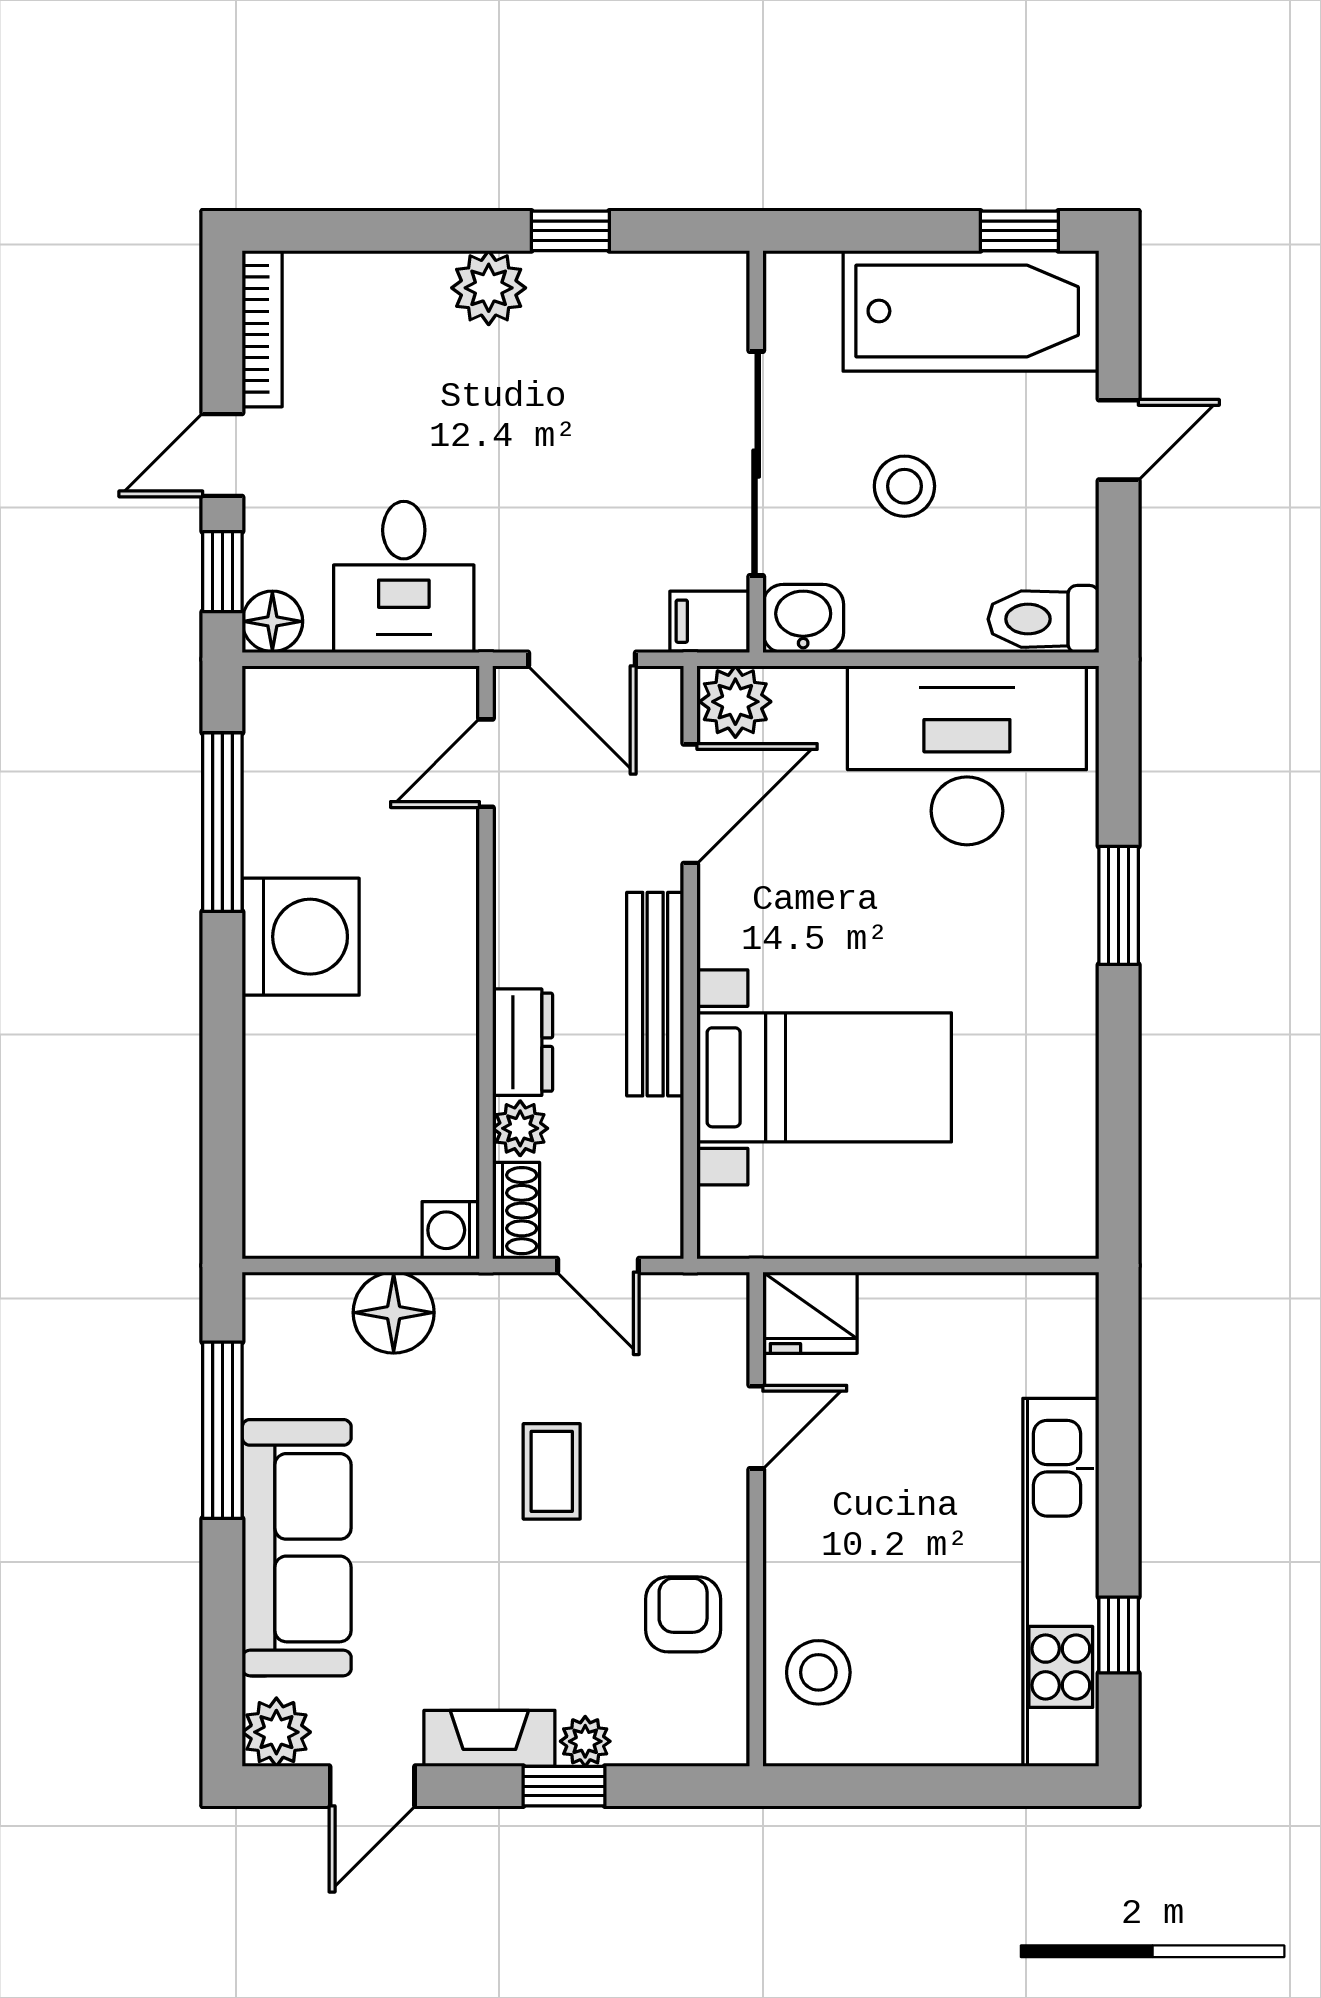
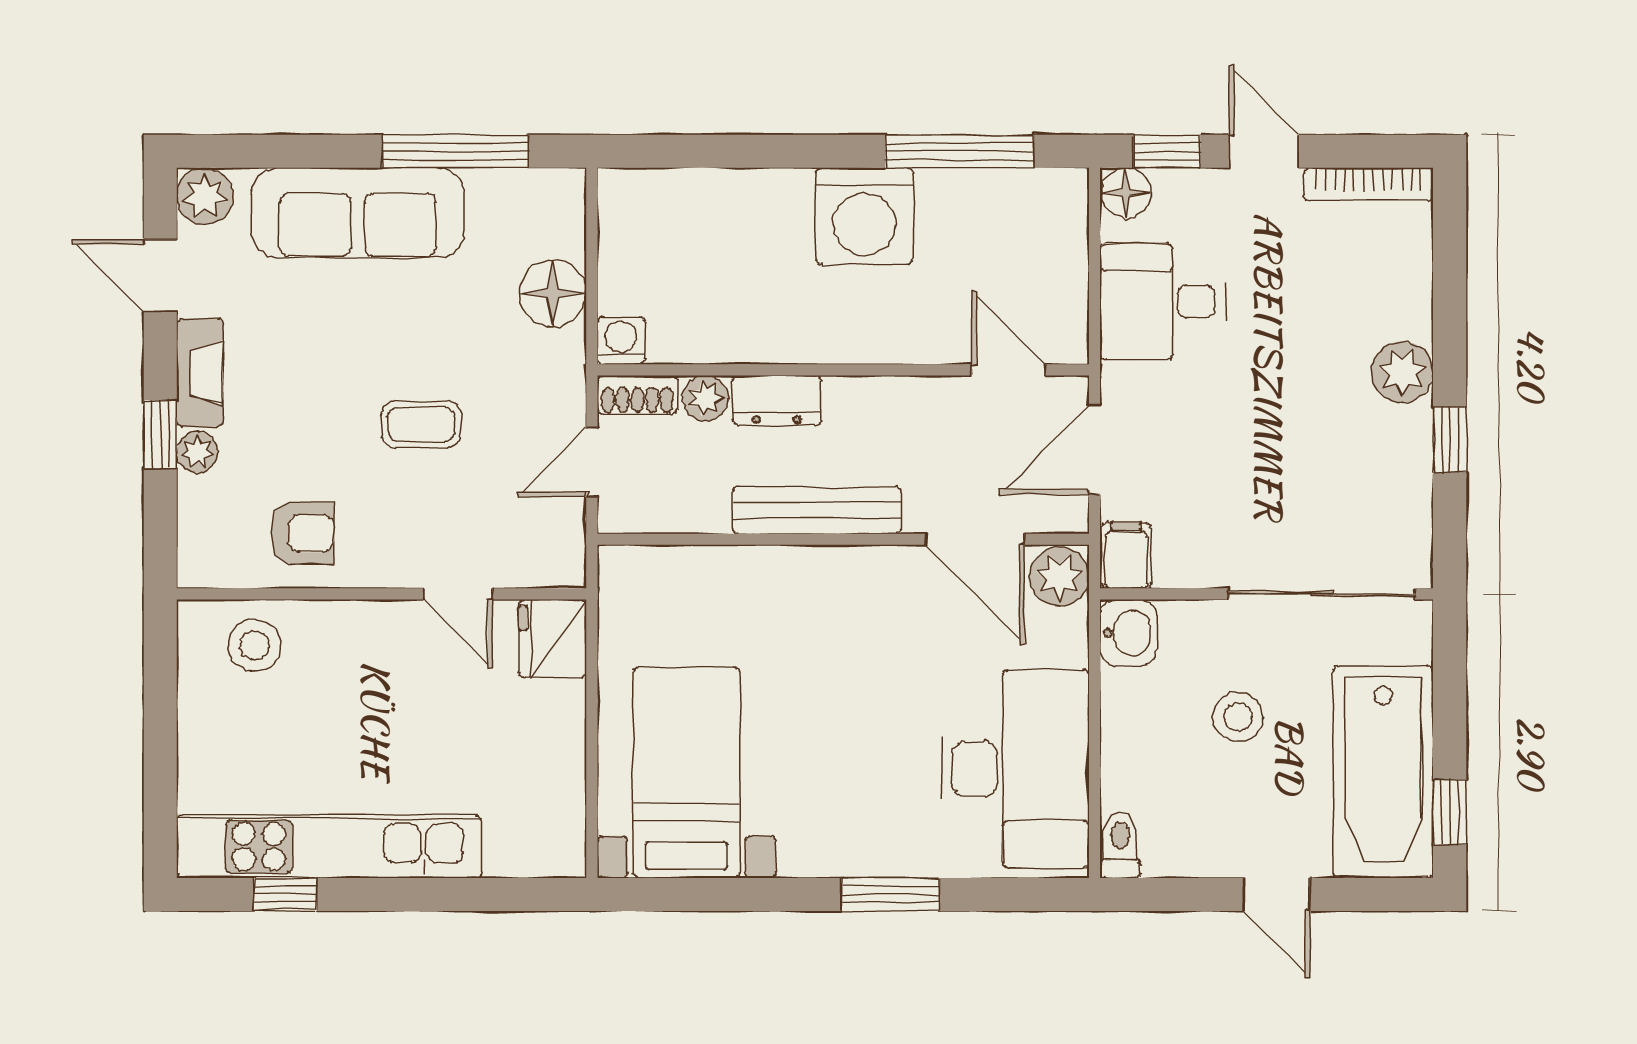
sliding door: (756, 464) -> (1322, 594), moved
toilet: (1043, 619) -> (1120, 845), width x0.73, depth x0.72
bed with nightstands: (824, 1077) -> (686, 772), moved, turned 180

